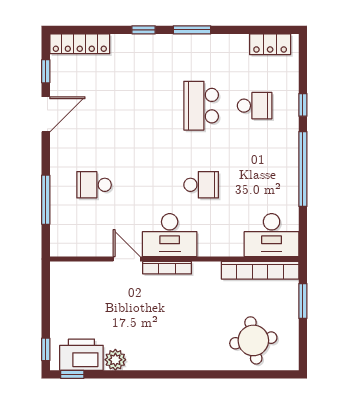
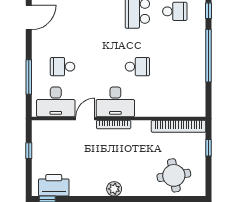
desk: (272, 235) -> (56, 102), moved
door: (127, 259) -> (85, 118), hinge flipped
window: (303, 301) -> (209, 148), width x0.67
window: (46, 349) -> (29, 151), moved
plant: (115, 360) -> (114, 189), moved

